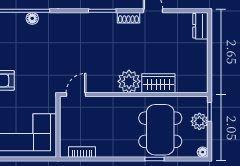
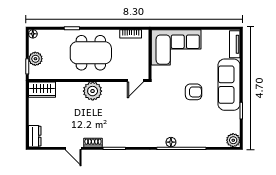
wardrobe: (158, 83) -> (42, 90), moved
dining table: (160, 130) -> (91, 53), moved, turned 90

